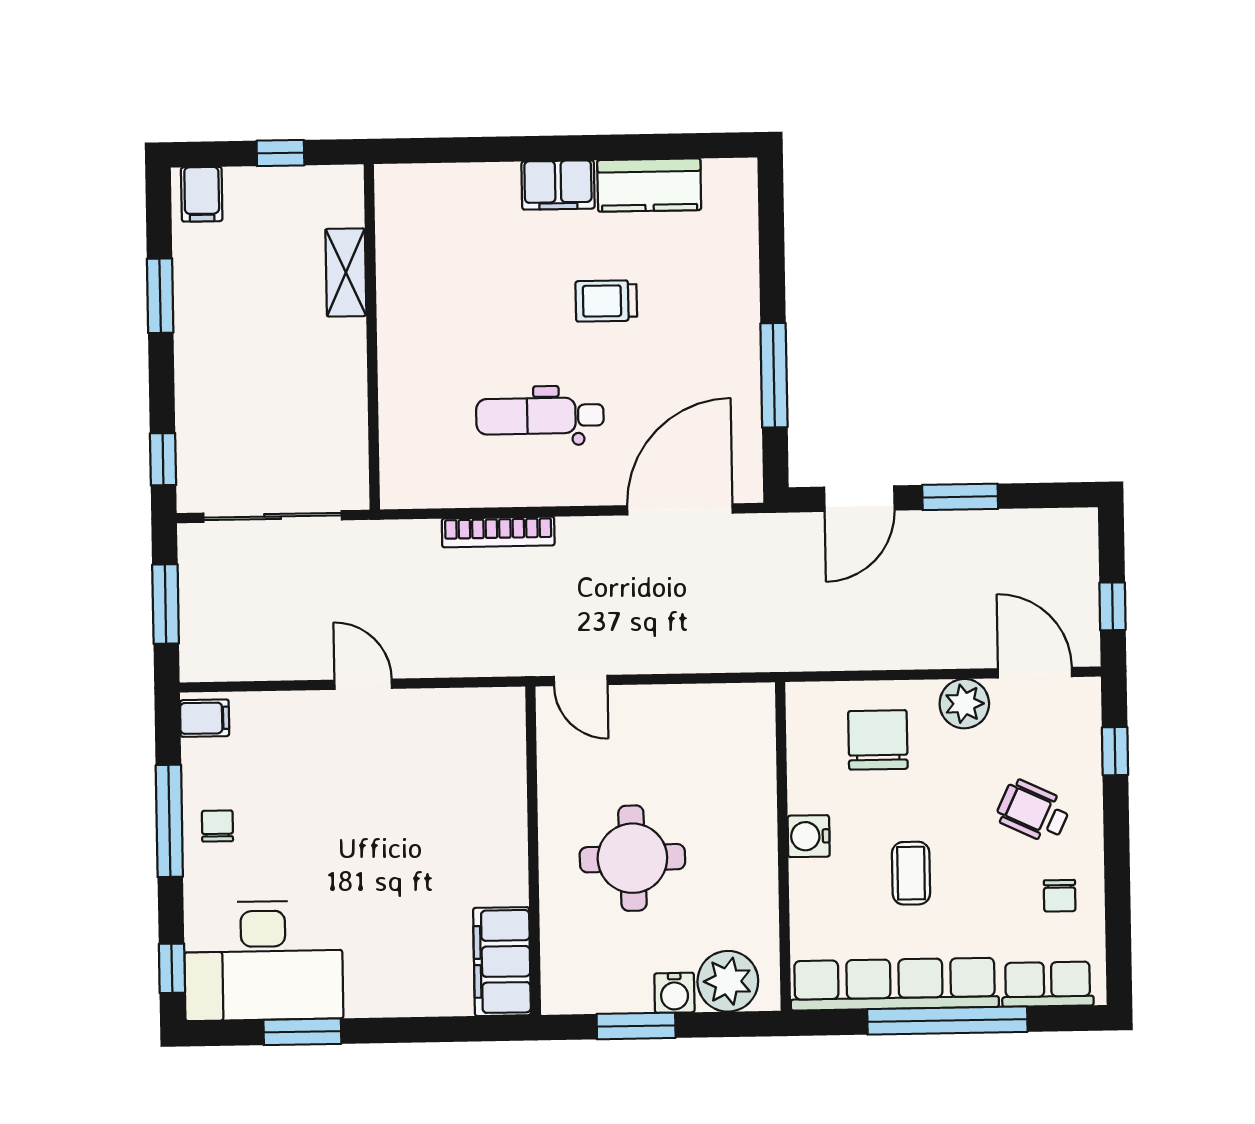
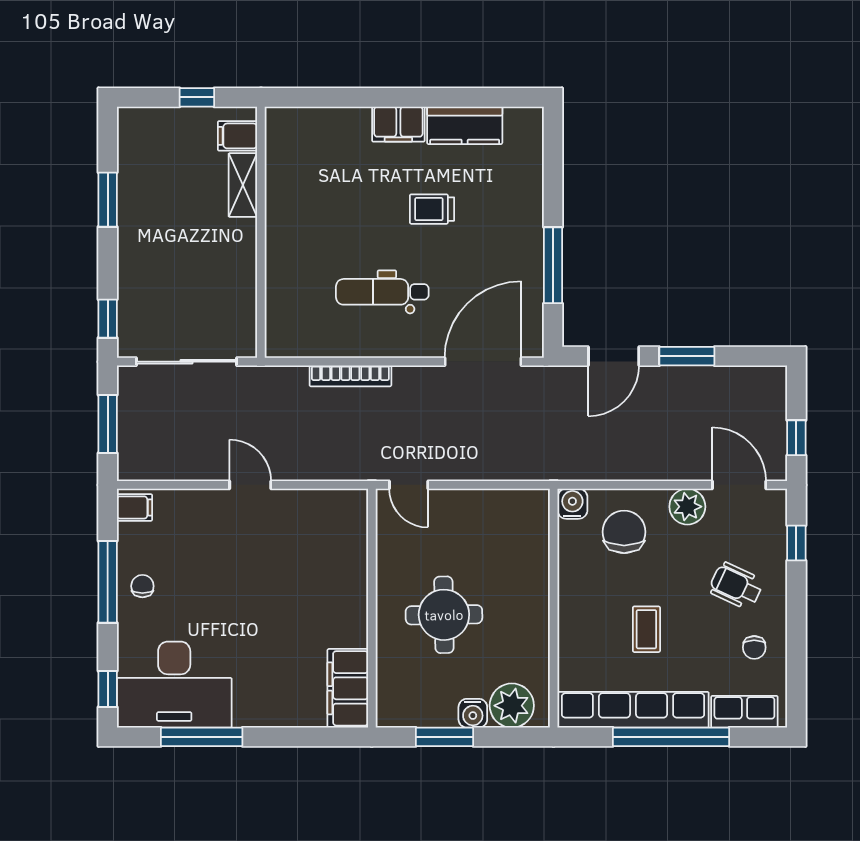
filing cabinet: (202, 194) -> (238, 136), moved, turned 90
water cooler: (809, 836) -> (572, 504), moved, turned 90
window: (302, 1032) -> (202, 737), width x1.44

